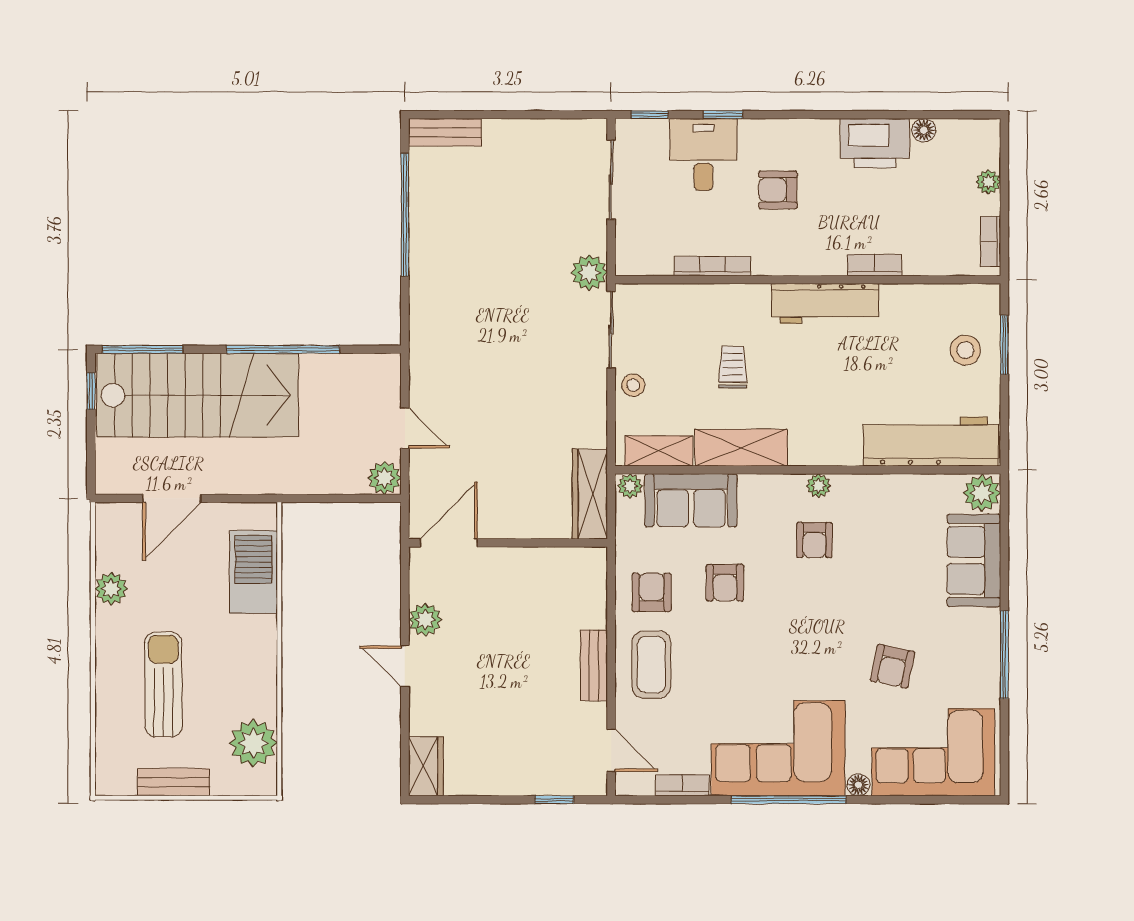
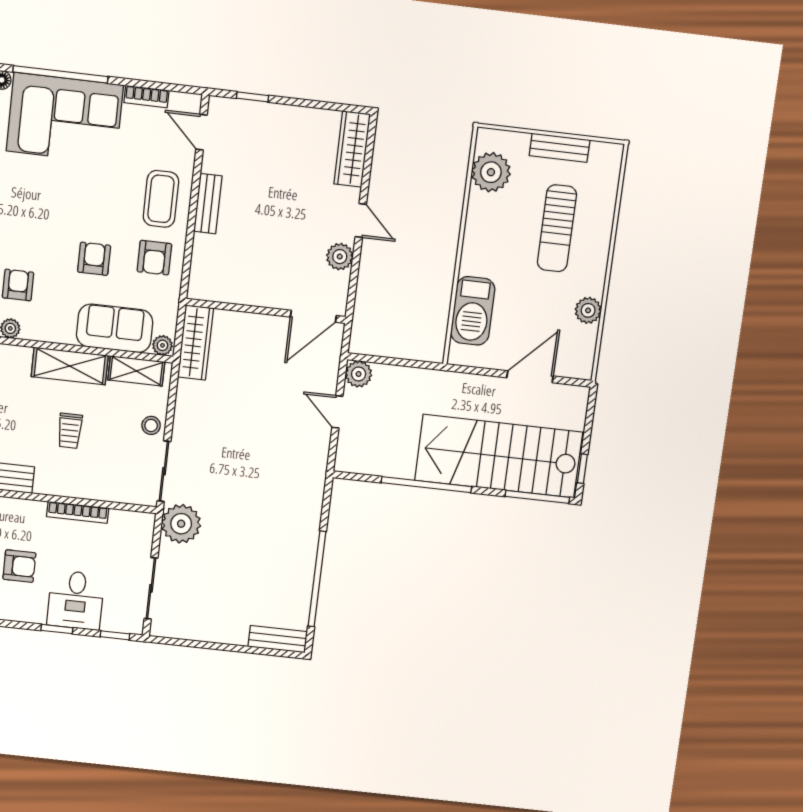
plant: (589, 273) -> (181, 524), width x1.36, depth x1.36
wardrobe: (426, 766) -> (352, 149), width x1.50

